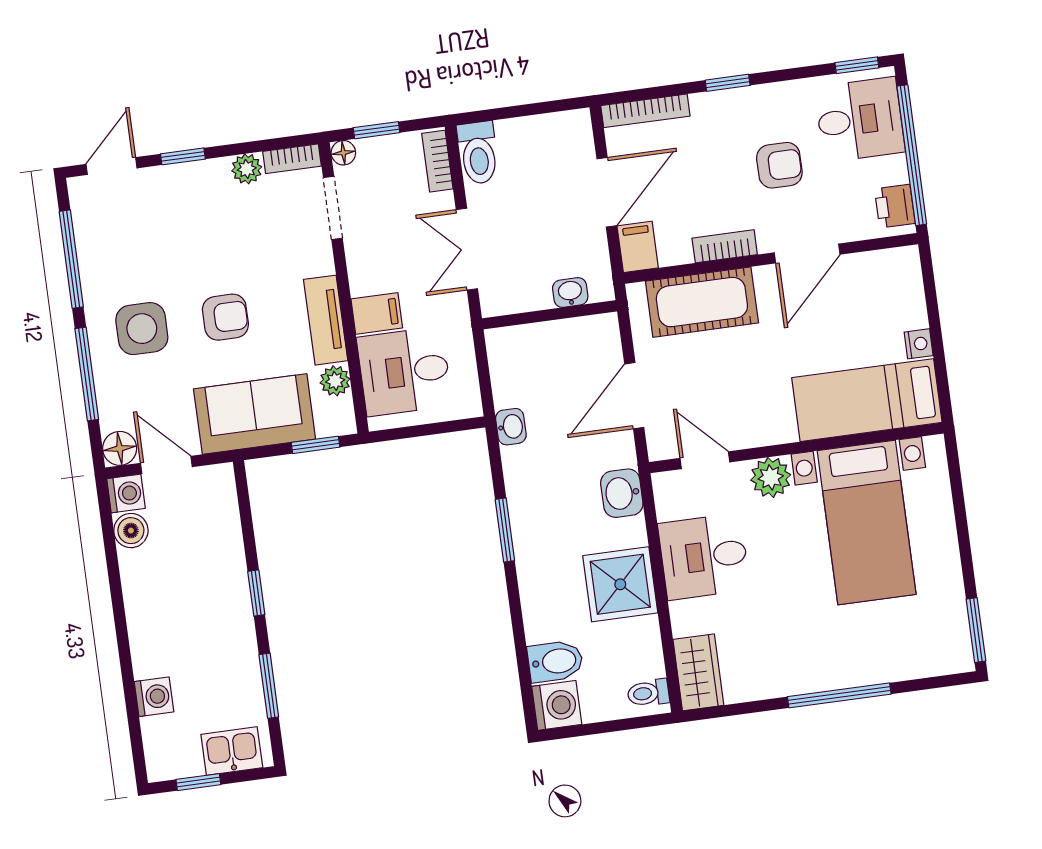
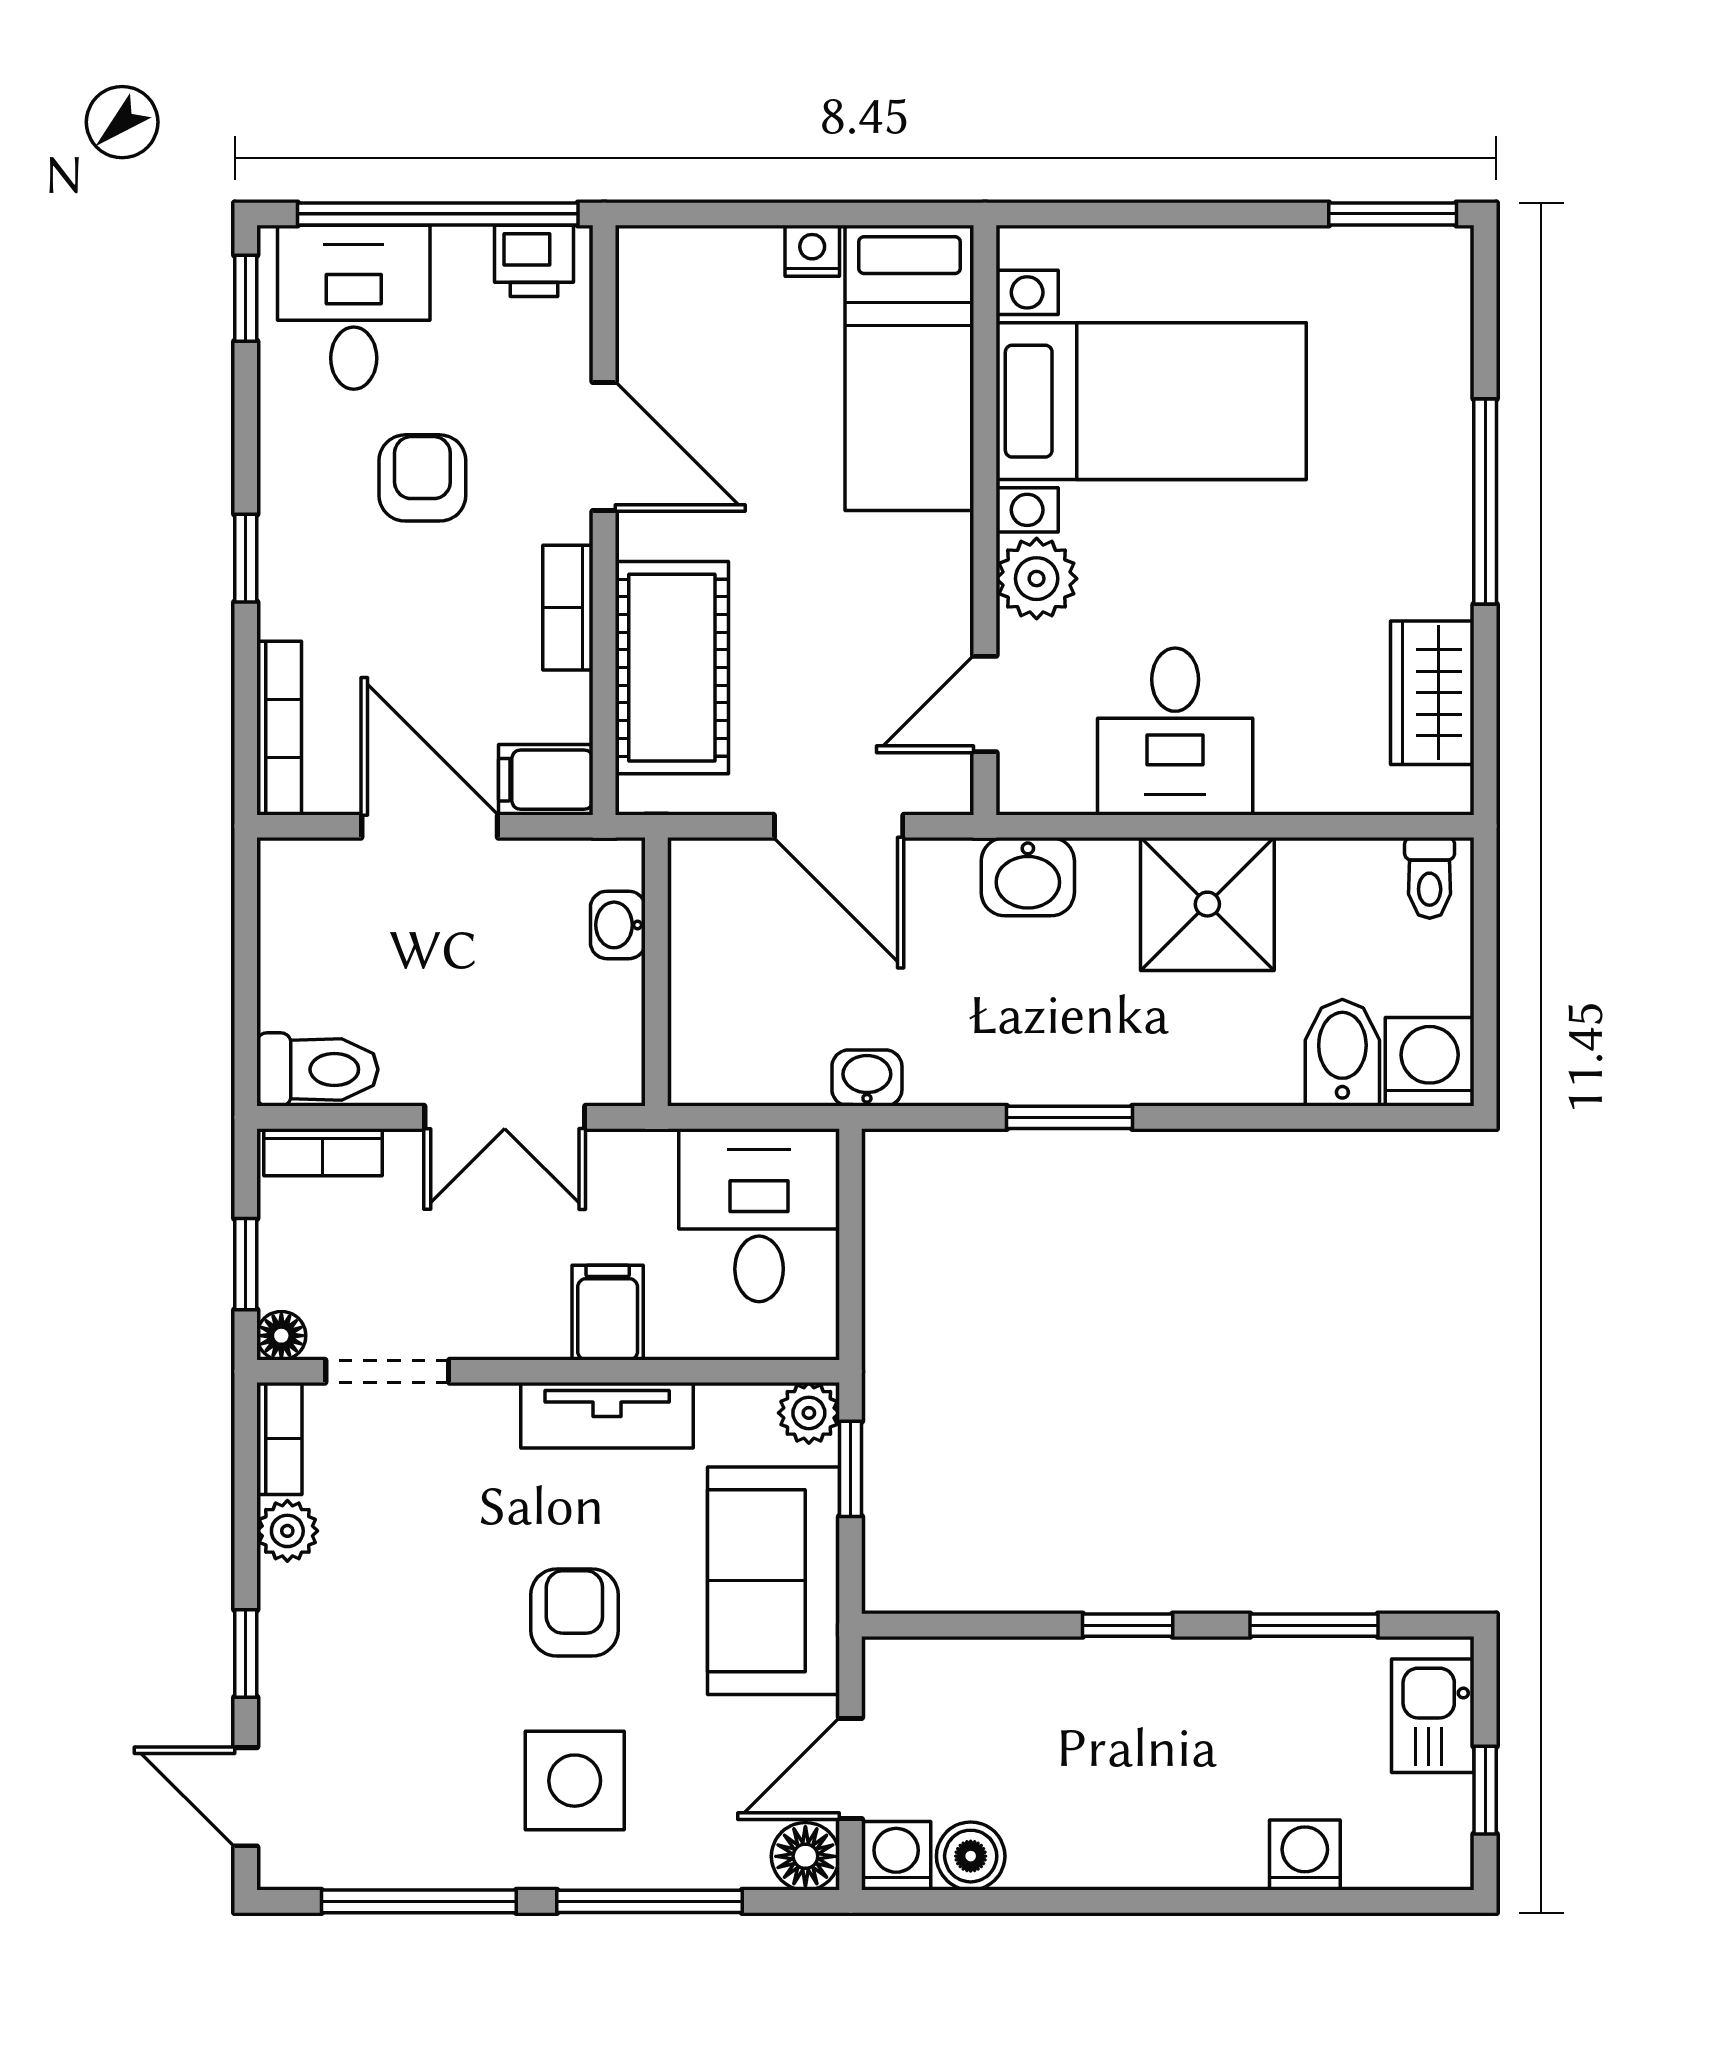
desk: (404, 371) -> (759, 1215), moved, turned 180
plant: (335, 381) -> (809, 1413), moved
wardrobe: (698, 672) -> (1432, 693), moved, turned -90

